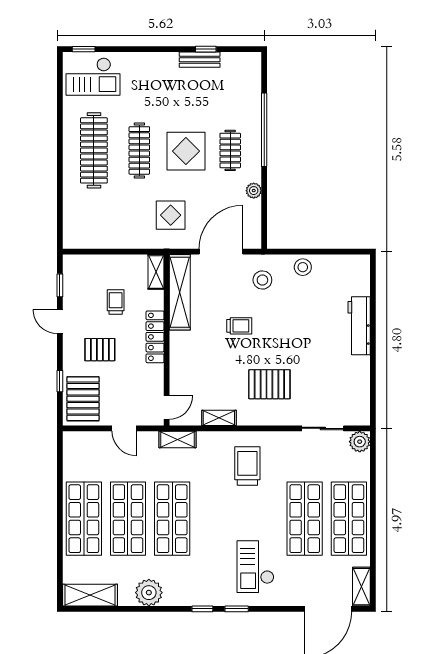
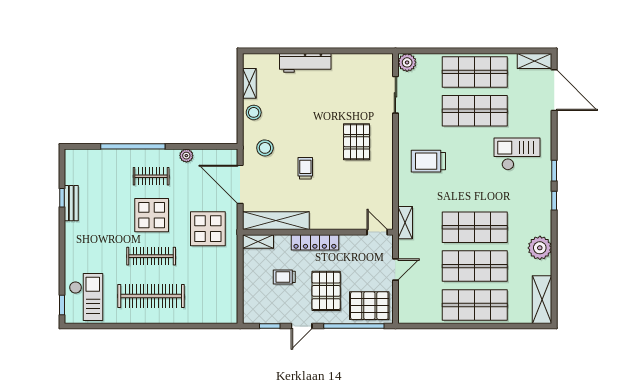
display table: (171, 215) -> (208, 229), width x1.36, depth x1.36
pallet: (100, 350) -> (326, 291), width x1.50, depth x1.42
window: (60, 381) -> (354, 326), width x3.17
shelving: (219, 418) -> (249, 83), moved
checkout: (255, 567) -> (517, 154), turned 180

